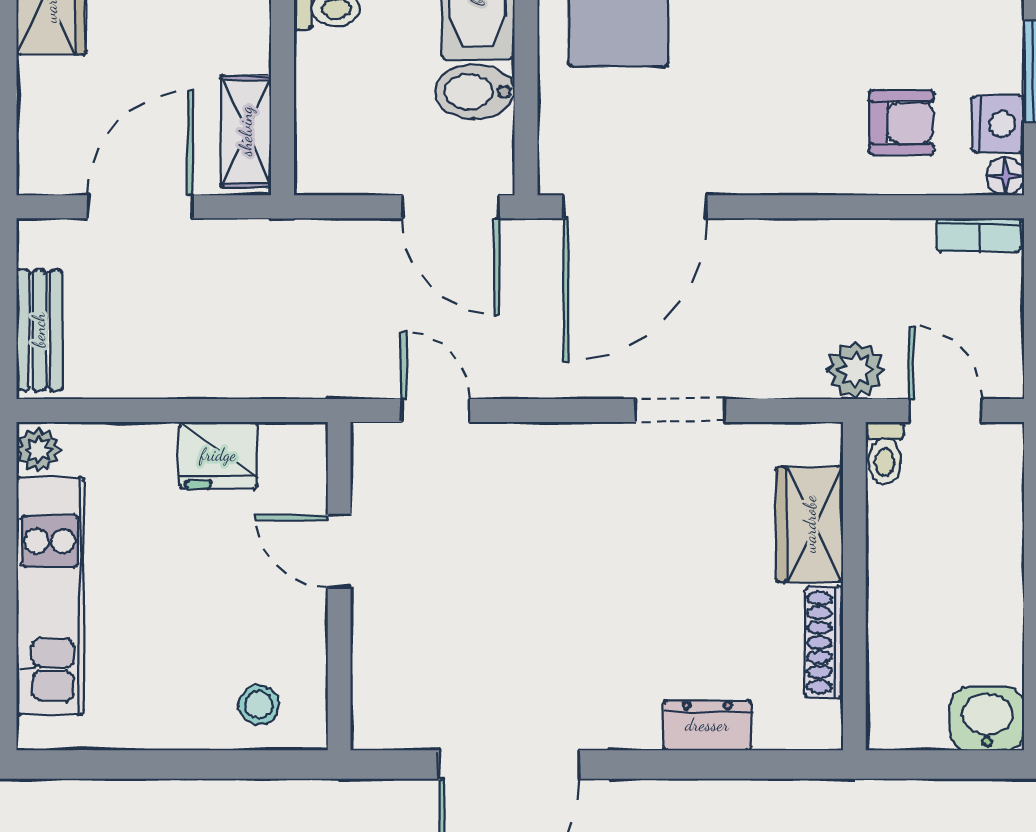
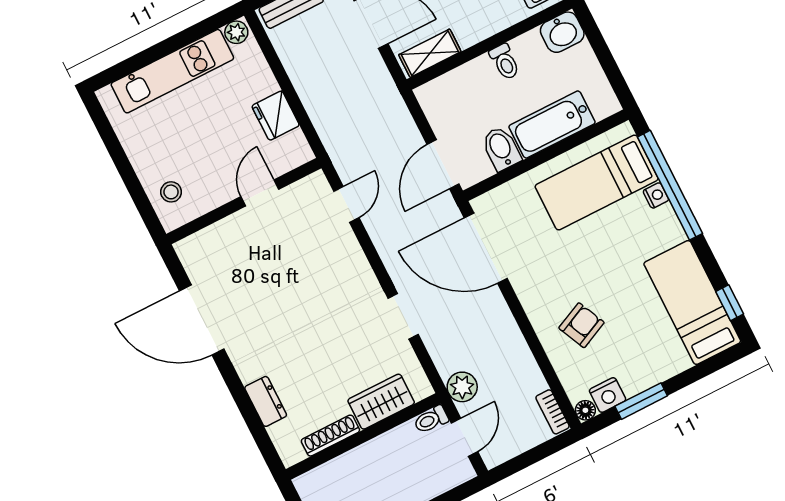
armchair: (901, 123) -> (581, 325), moved, turned -115

